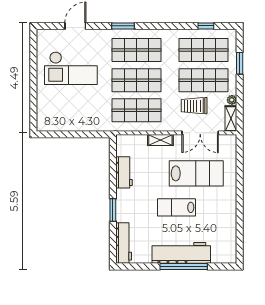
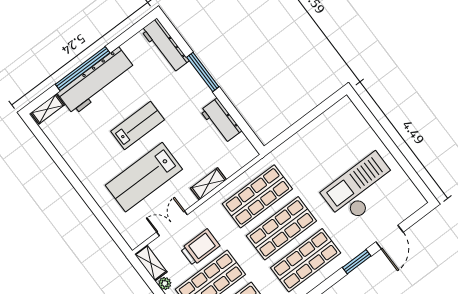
window: (123, 26) -> (357, 262), moved
double door: (200, 133) -> (172, 223), width x0.73
window: (113, 210) -> (203, 72), width x1.44
shelving: (223, 258) -> (48, 109), added

